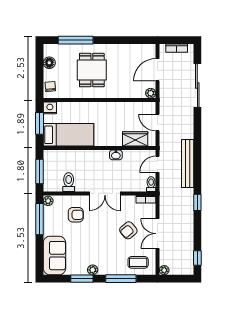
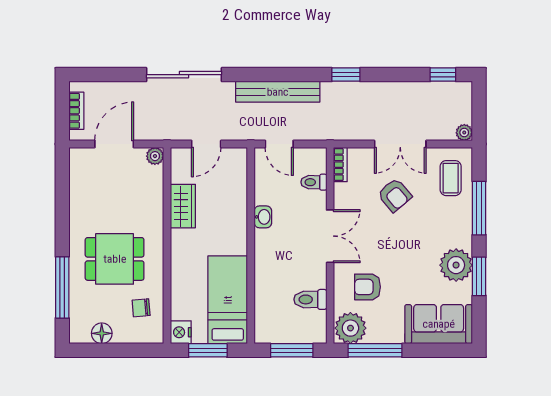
door: (158, 70) -> (114, 144), swing flipped
sliding door: (197, 86) -> (184, 75), moved
chair: (50, 87) -> (141, 308), moved
wardrobe: (135, 139) -> (183, 206), moved, turned 180
toilet: (151, 184) -> (314, 182), moved
plant: (48, 201) -> (350, 328), width x1.88, depth x1.88
armchair: (76, 215) -> (367, 287), turned -90
plant: (93, 270) -> (456, 265), width x1.87, depth x1.87

